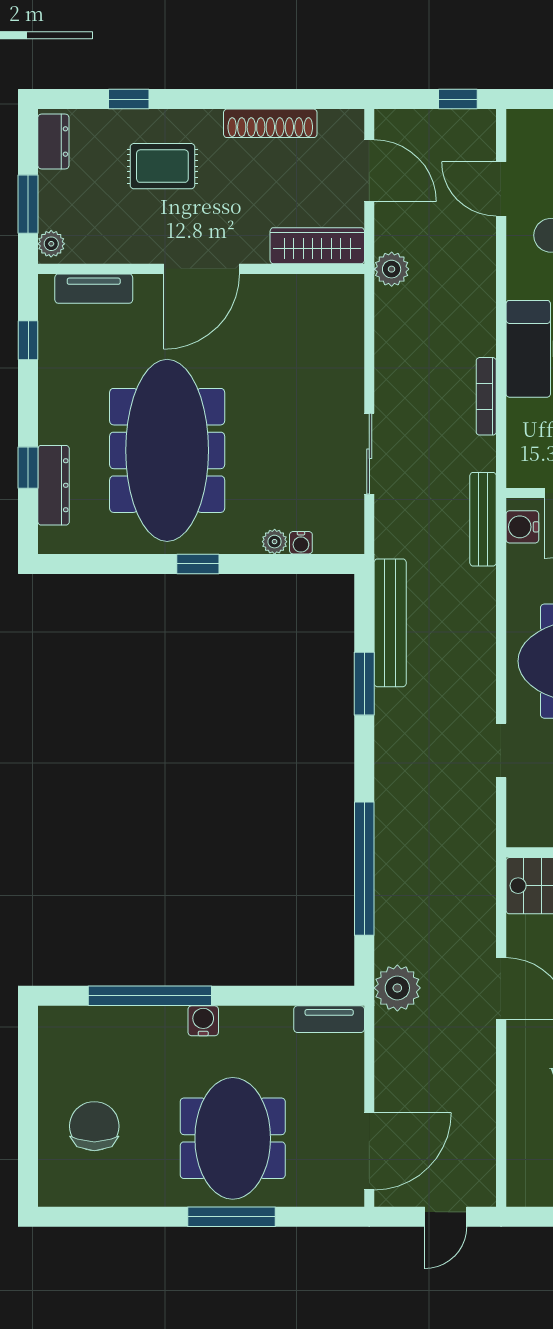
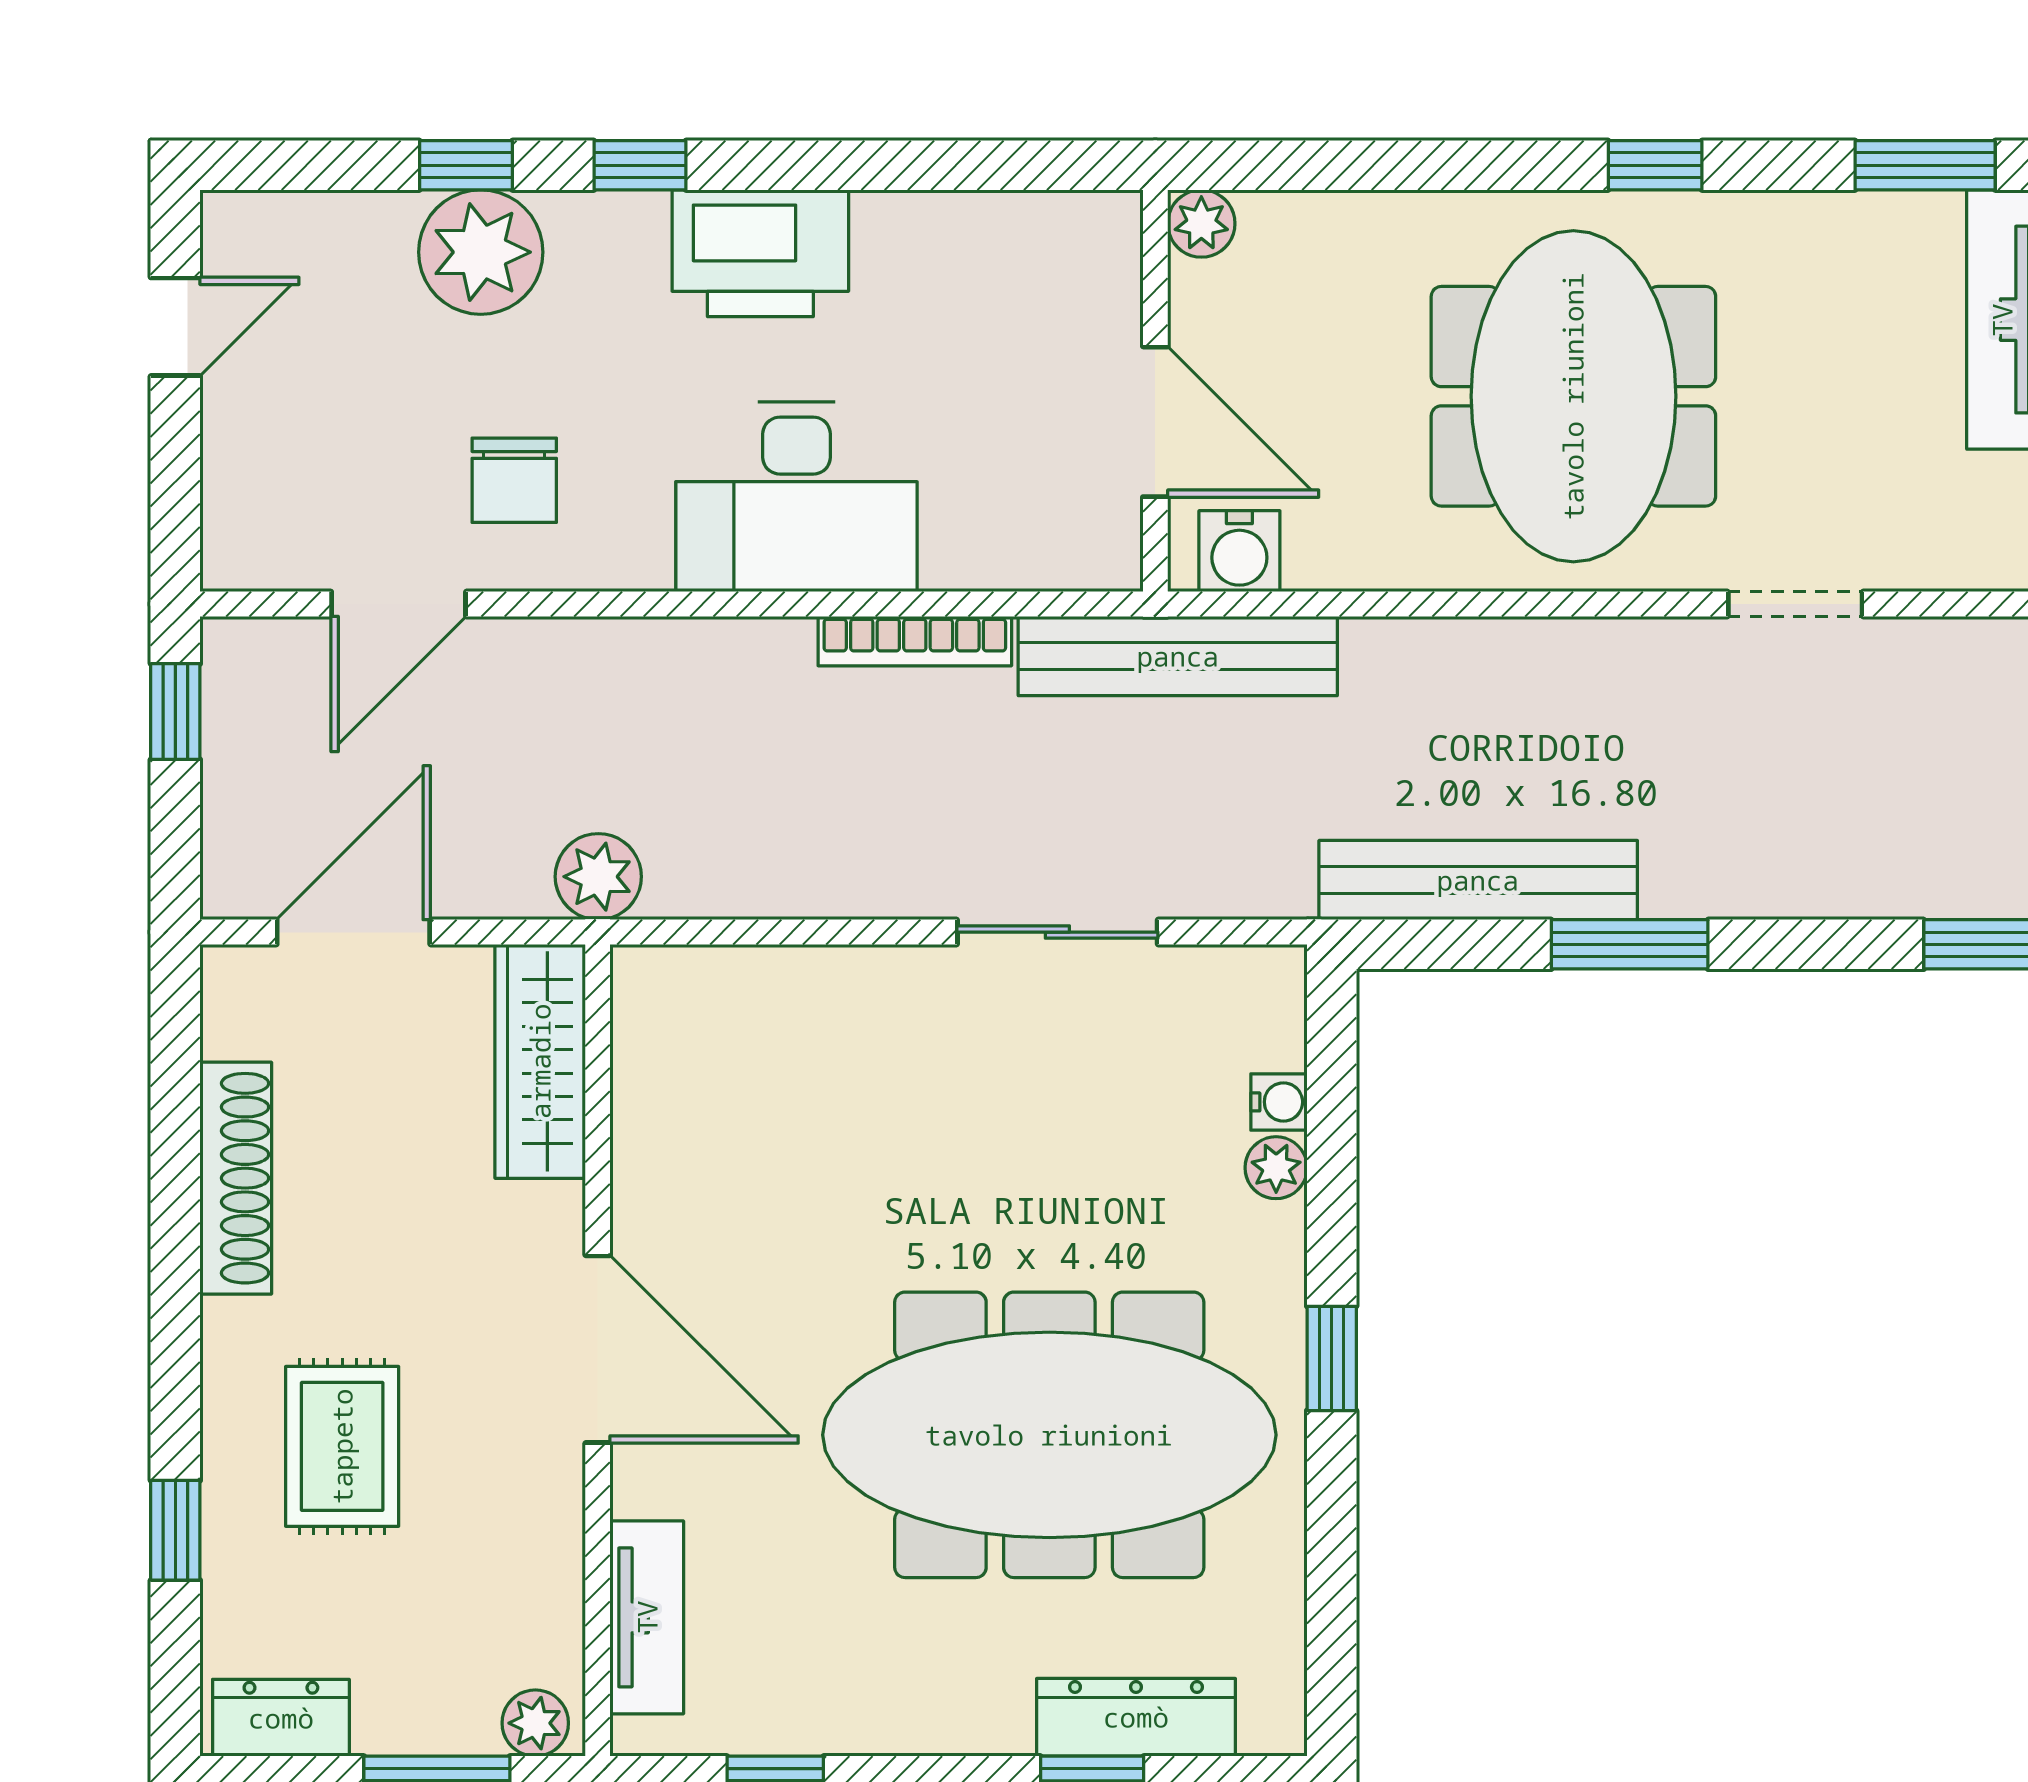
bench: (483, 519) -> (1178, 656), width x1.37, depth x1.21

